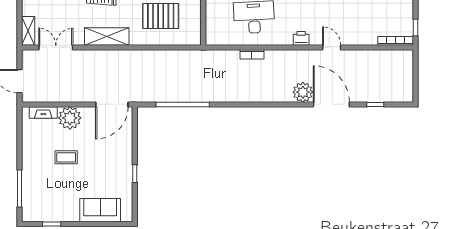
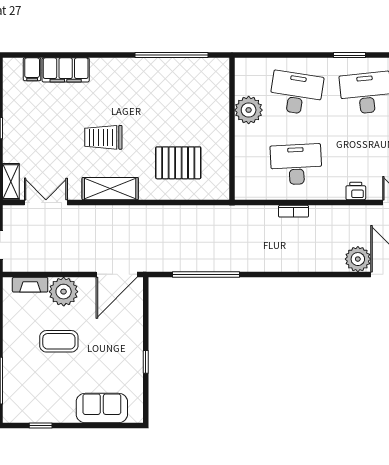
coffee table: (66, 157) -> (59, 341), width x1.36, depth x1.30

